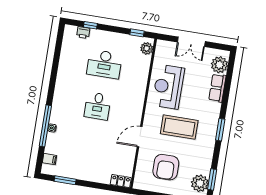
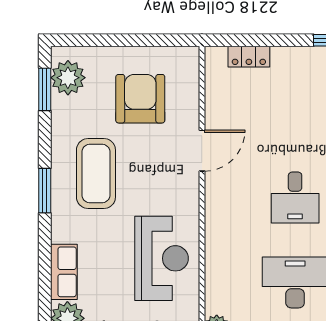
desk: (98, 106) -> (295, 197), turned 180
coffee table: (179, 127) -> (96, 174), moved, turned 90
locker: (121, 181) -> (249, 57), moved

